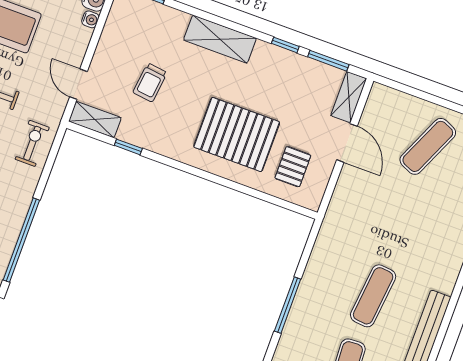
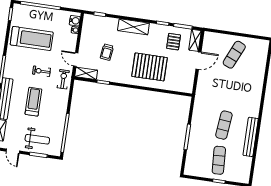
exercise bike: (32, 143) -> (63, 79), moved
door: (347, 143) -> (198, 61), hinge flipped
pallet: (293, 167) -> (174, 42), moved

